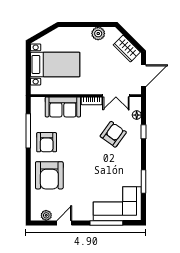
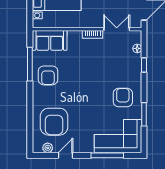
double door: (116, 96) -> (117, 29), swing flipped
sofa: (63, 107) -> (50, 40), moved
armchair: (113, 134) -> (123, 97), moved, turned -36
armchair: (49, 175) -> (54, 122), moved

